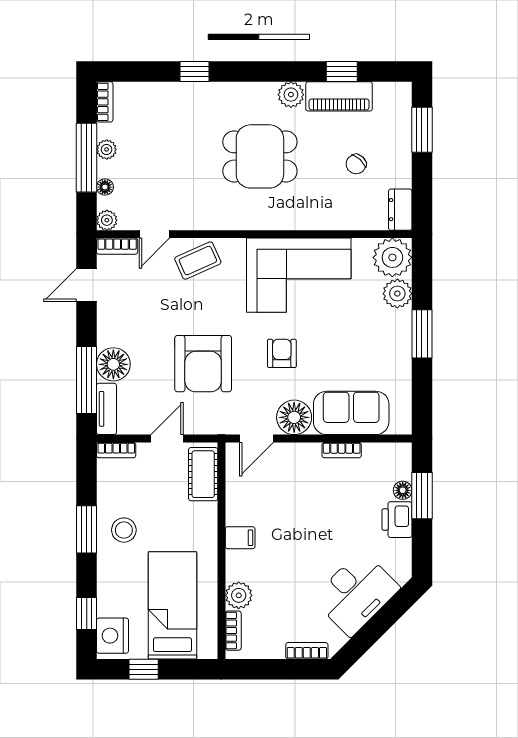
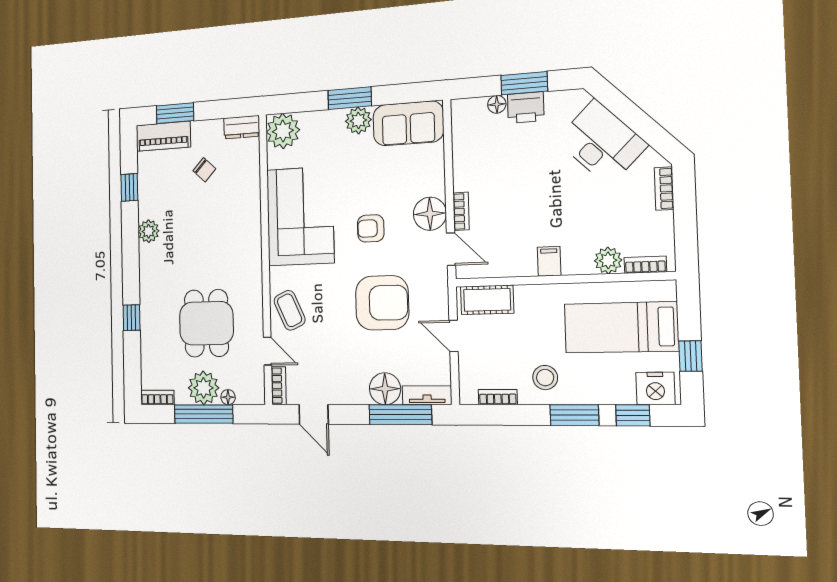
piano: (339, 96) -> (163, 136), moved, turned 90
plant: (107, 149) -> (204, 388), width x1.87, depth x1.87
dining table: (260, 156) -> (206, 323), moved
plant: (107, 220) -> (256, 395), removed
plant: (397, 294) -> (358, 120), moved
sofa: (351, 413) -> (408, 123), moved, turned -90
bookcase: (116, 450) -> (498, 397), moved, turned -90
bookcase: (342, 450) -> (461, 211), moved
window: (422, 496) -> (524, 83), moved
window: (87, 529) -> (574, 415), moved

